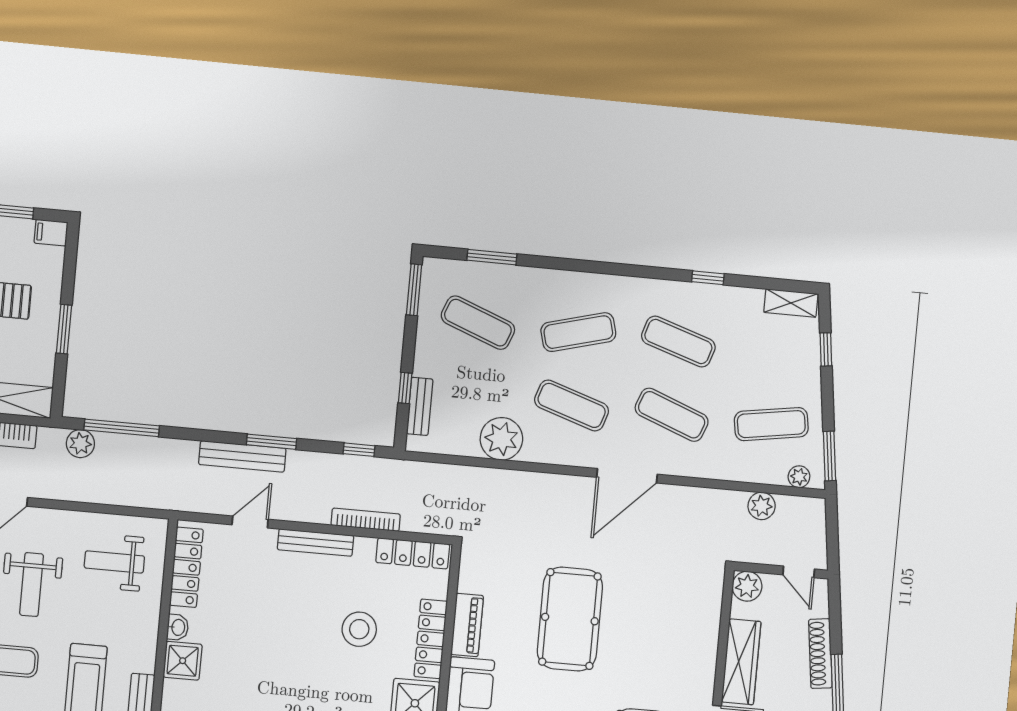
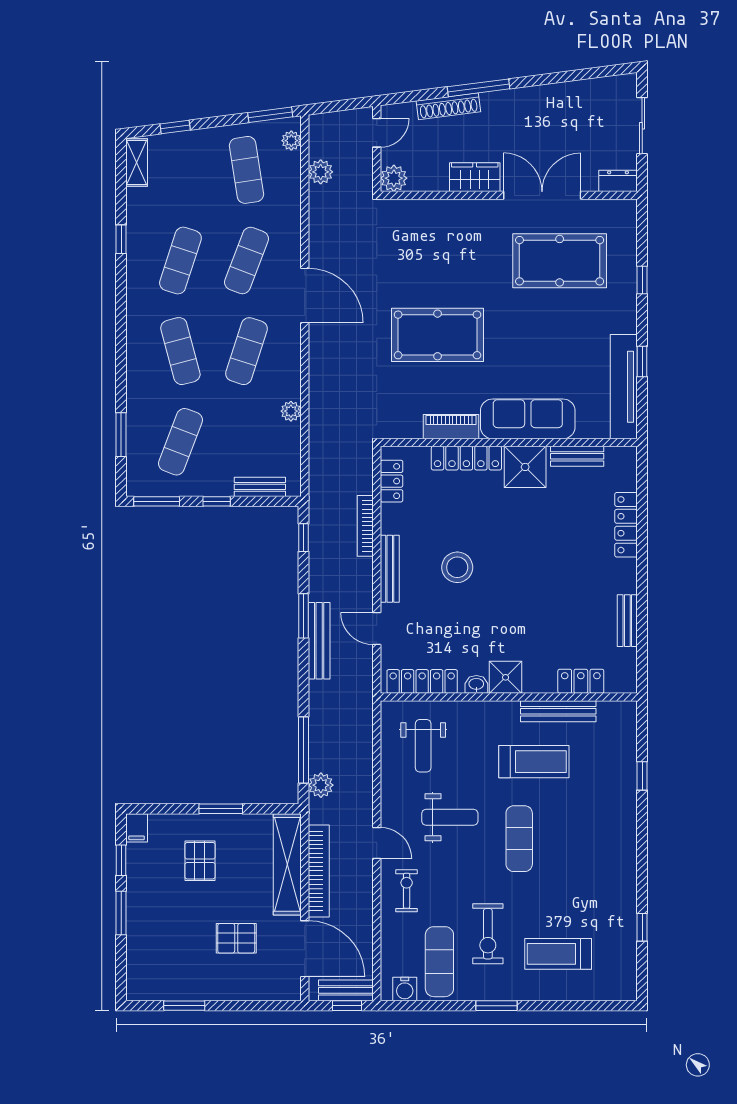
window: (405, 388) -> (217, 501), moved
plant: (501, 439) -> (291, 411), width x0.53, depth x0.53
locker: (413, 553) -> (392, 481), width x0.66
stool: (359, 629) -> (457, 567), moved
wardrobe: (741, 662) -> (475, 177), width x0.67

